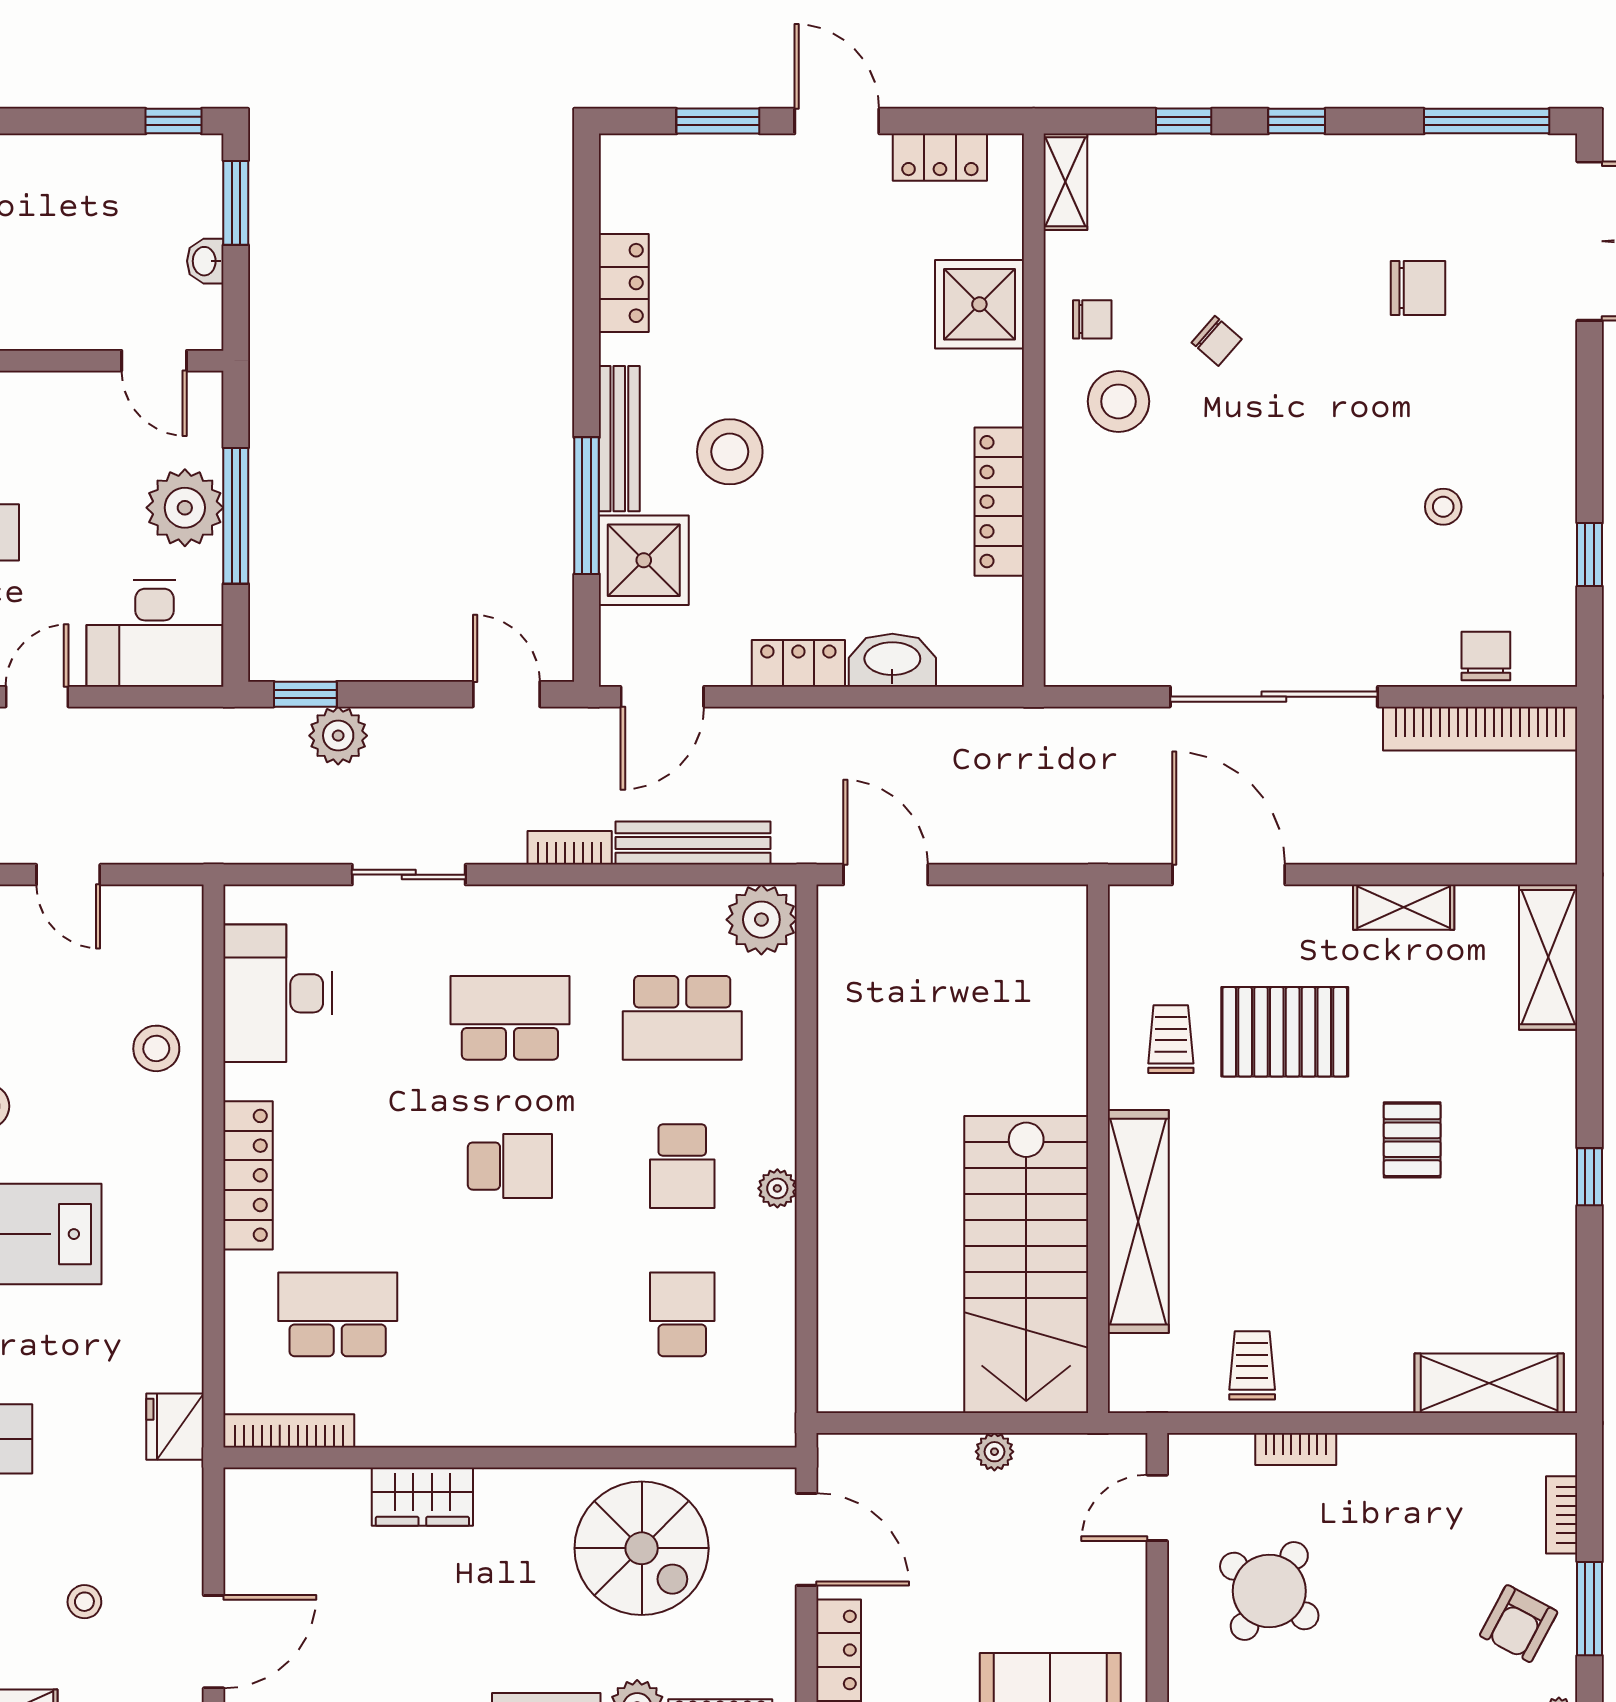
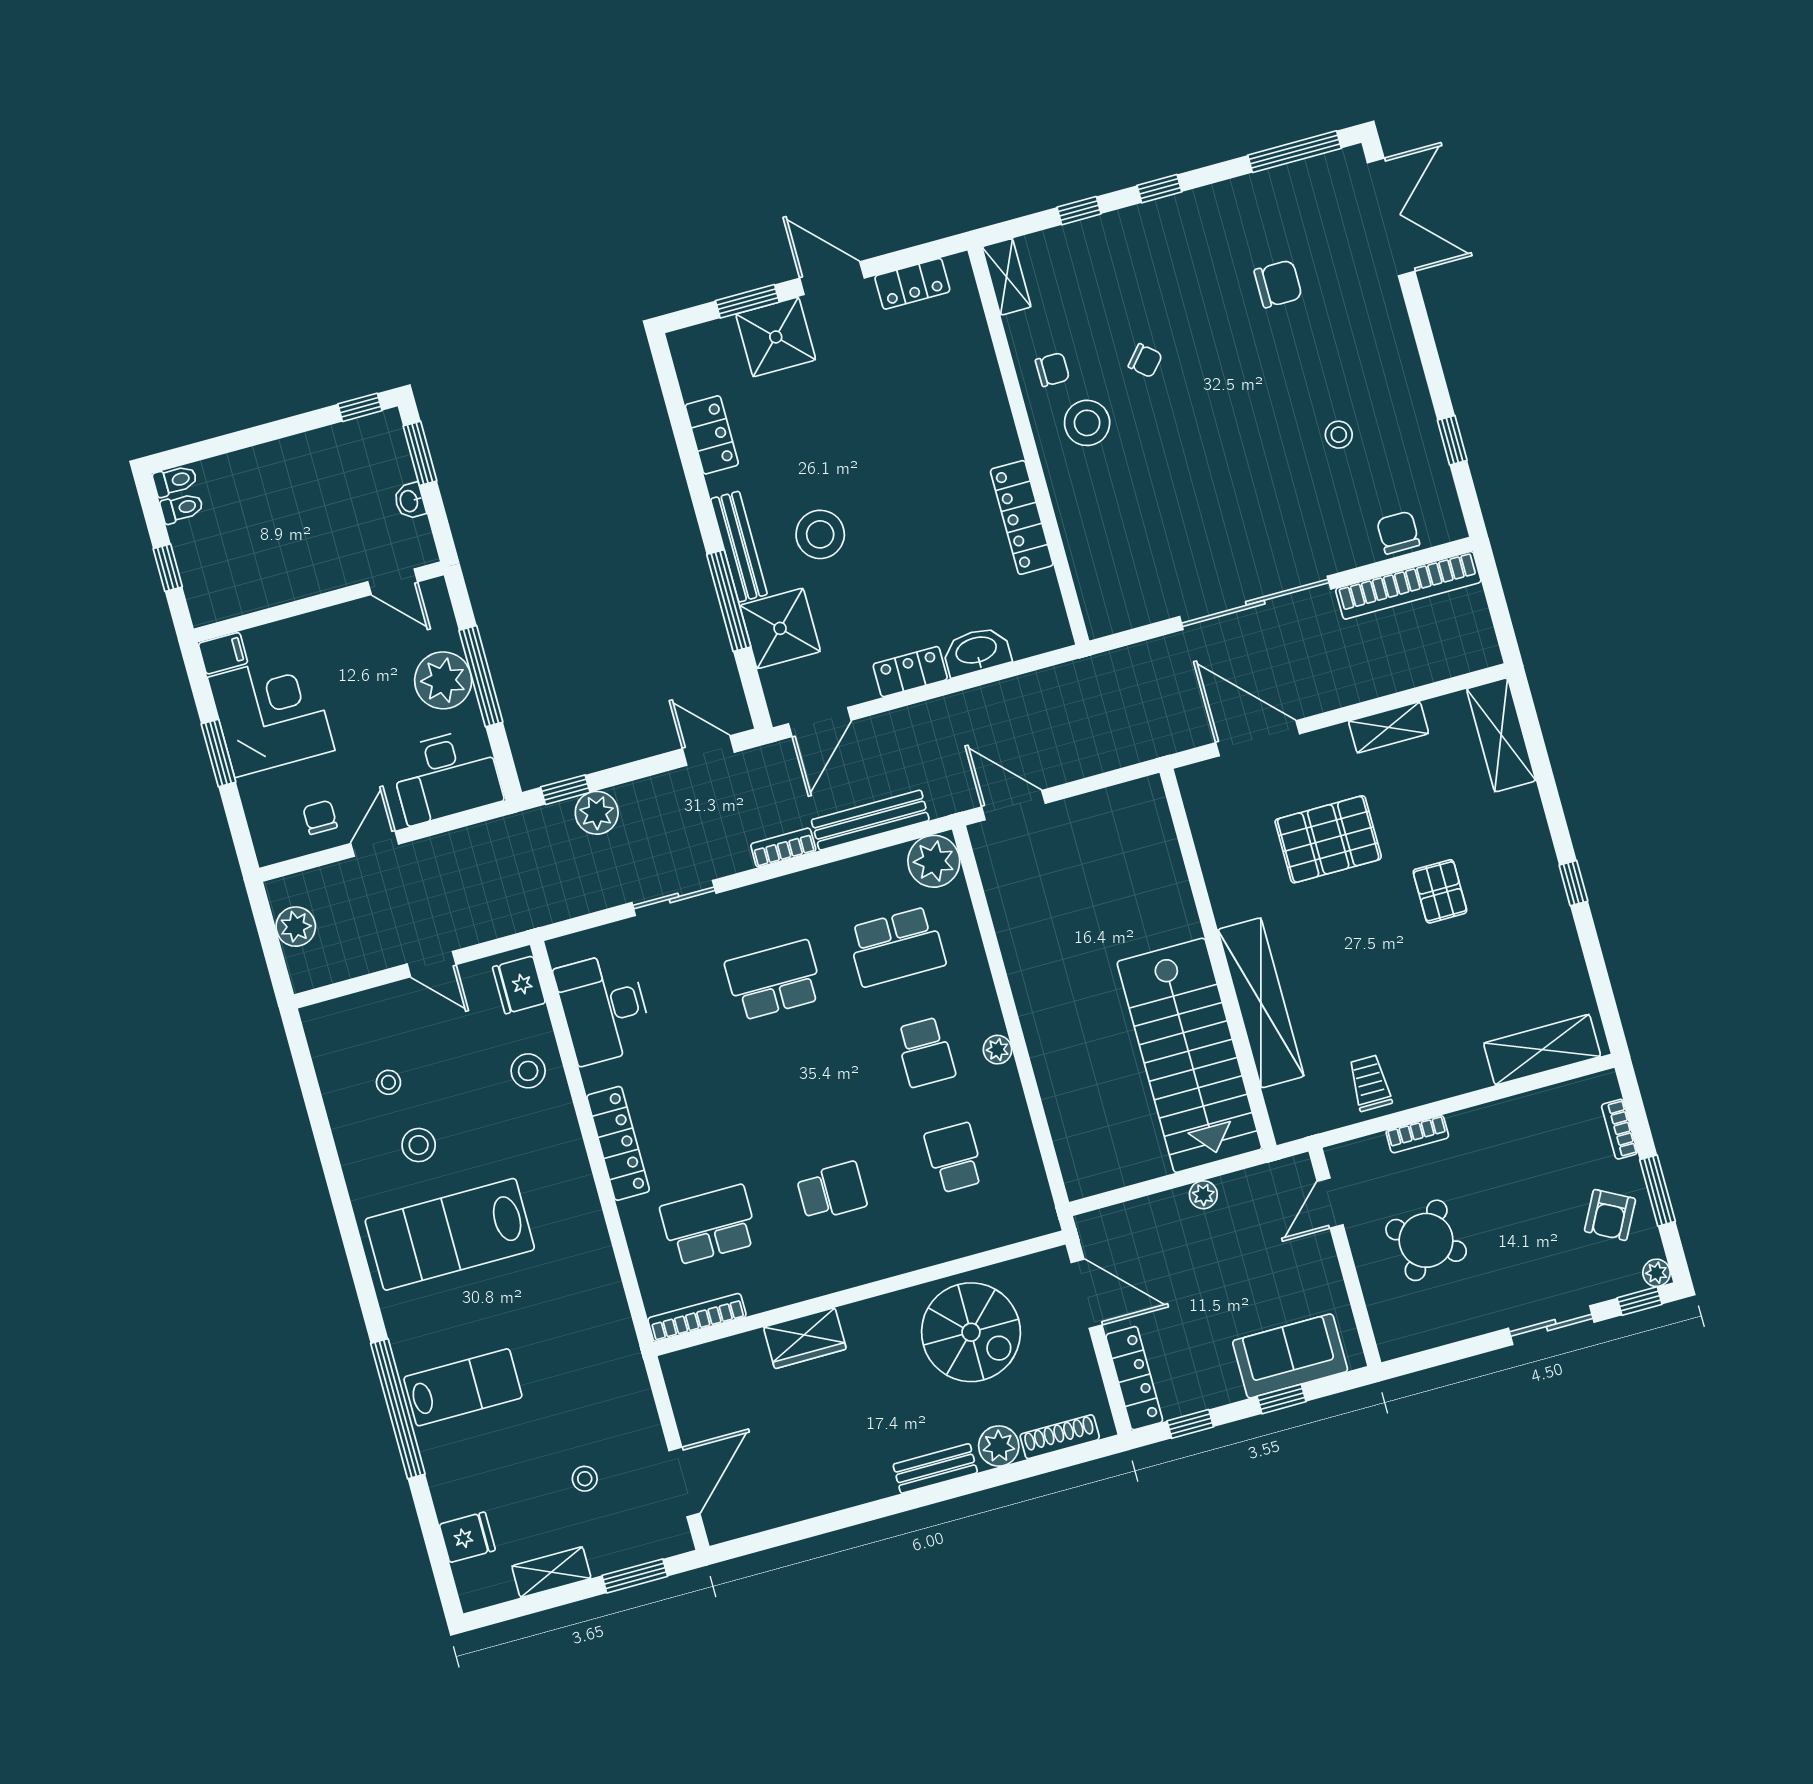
shower: (979, 304) -> (776, 337), moved
trolley: (1171, 1039) -> (1249, 867), removed
school desk: (510, 1166) -> (832, 1191), moved
fridge: (175, 1427) -> (519, 985), moved

